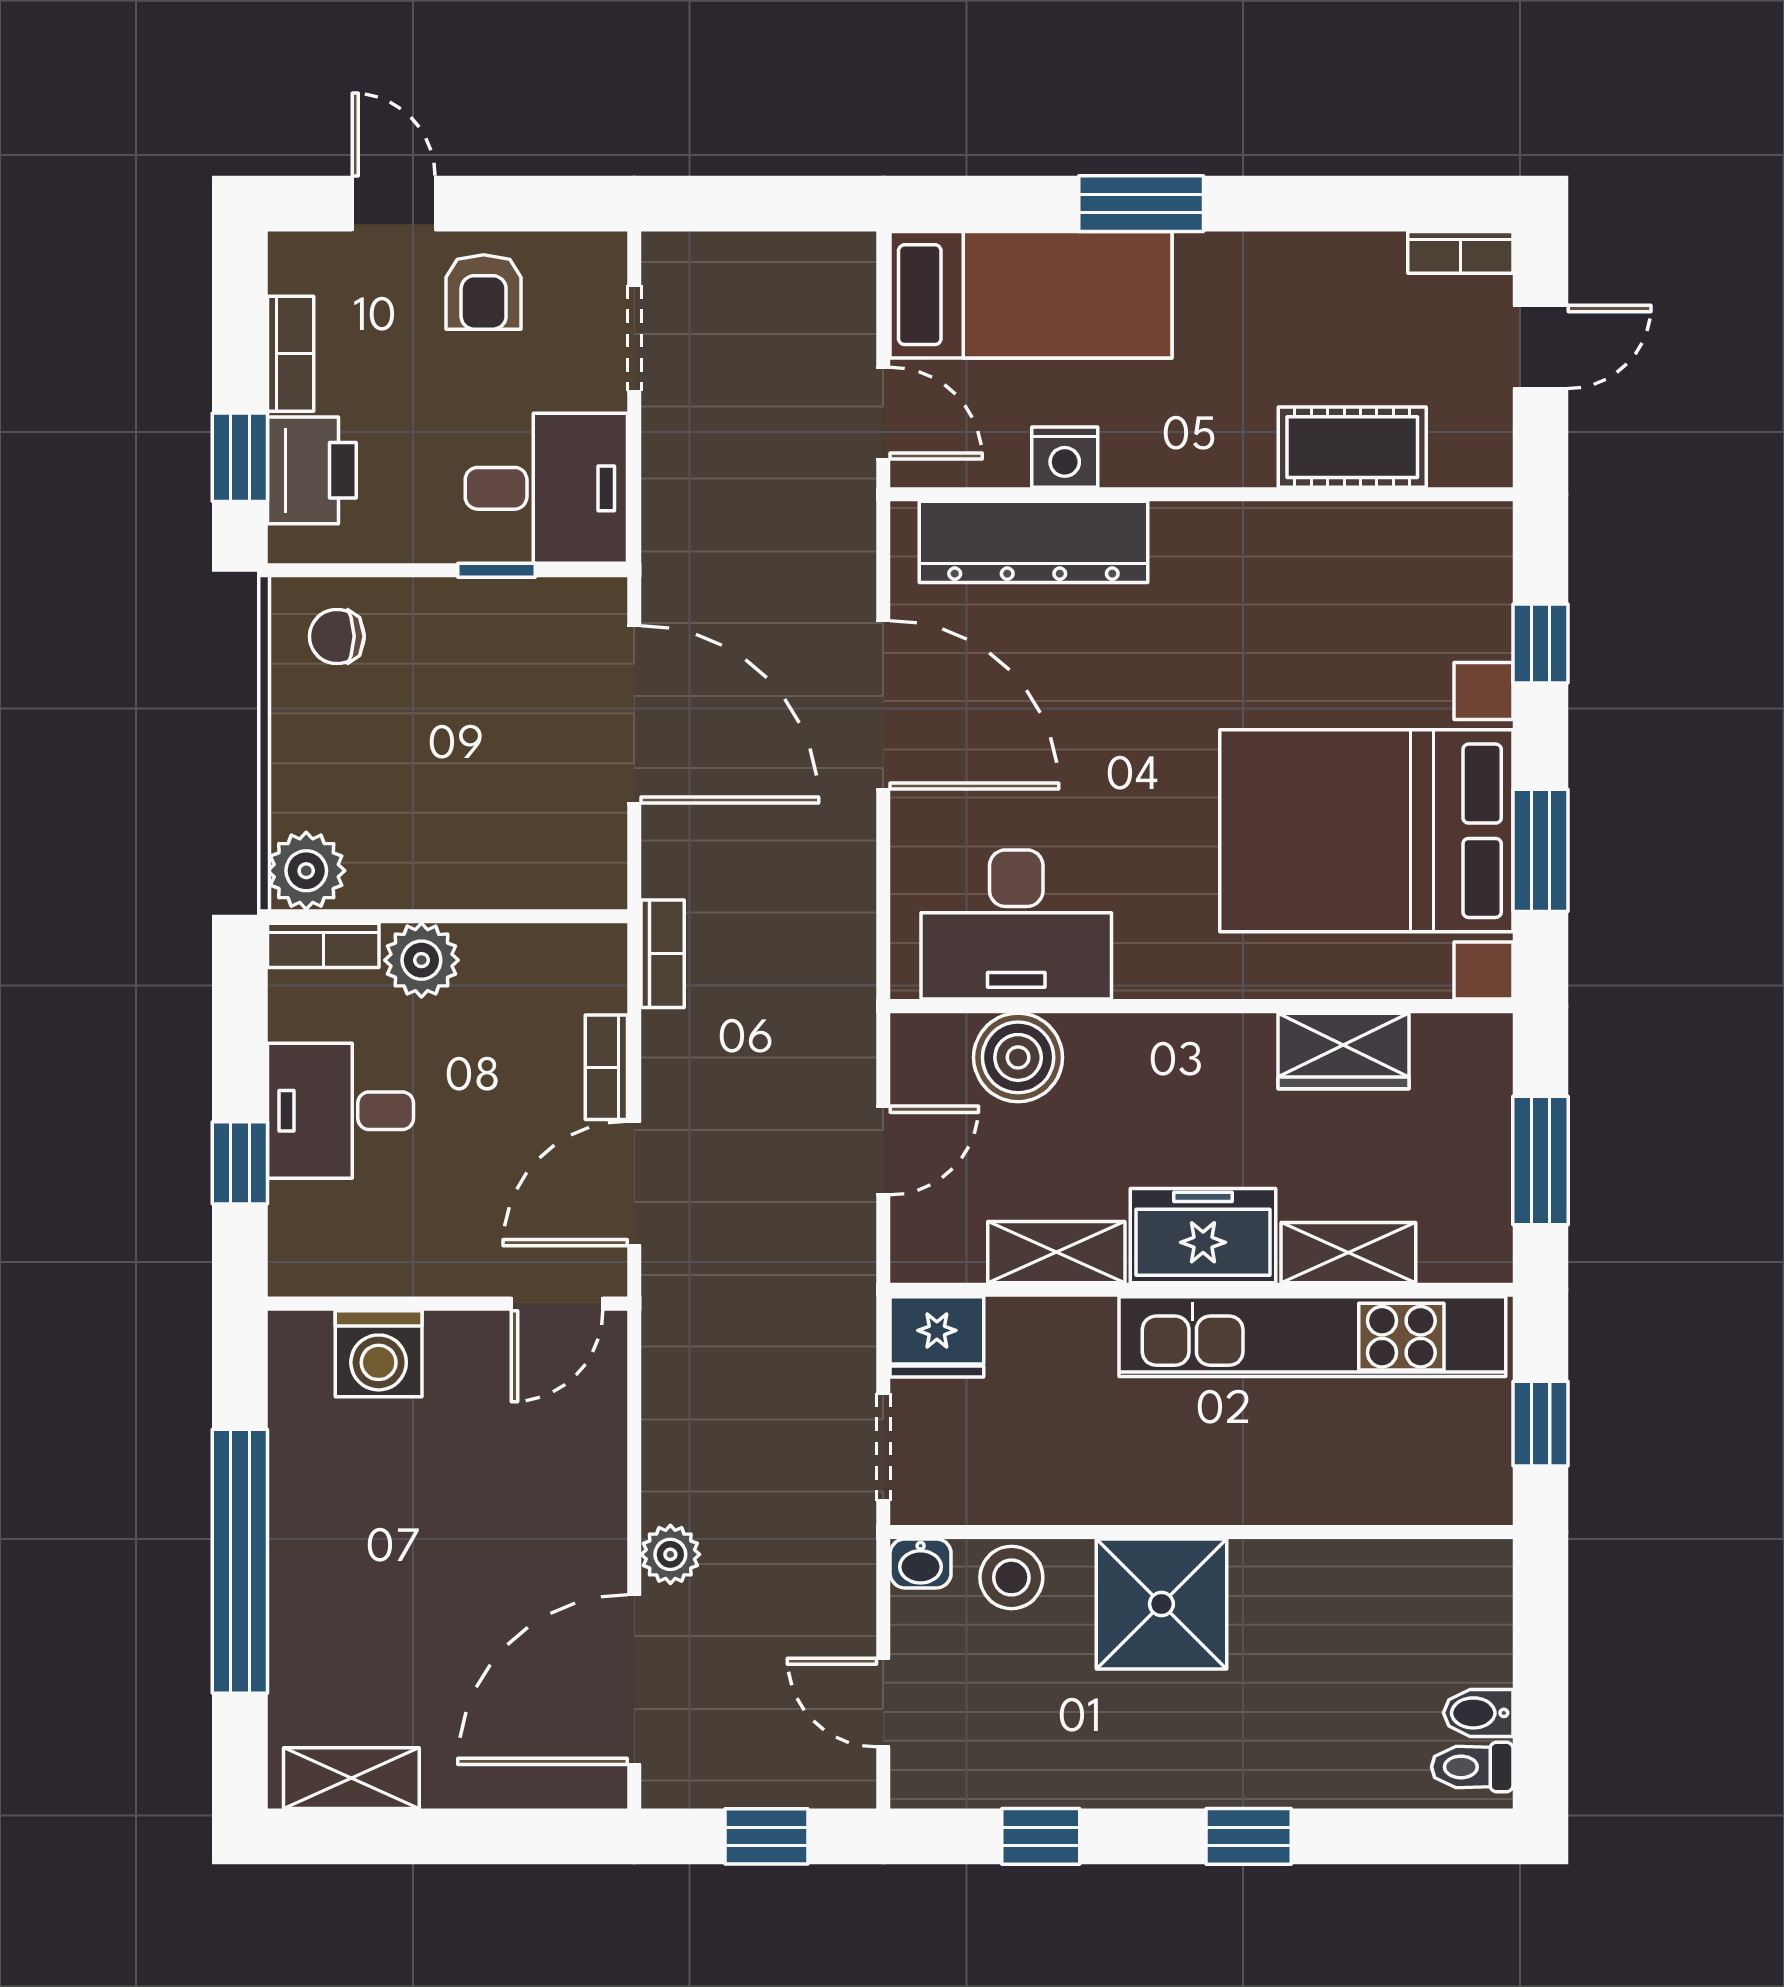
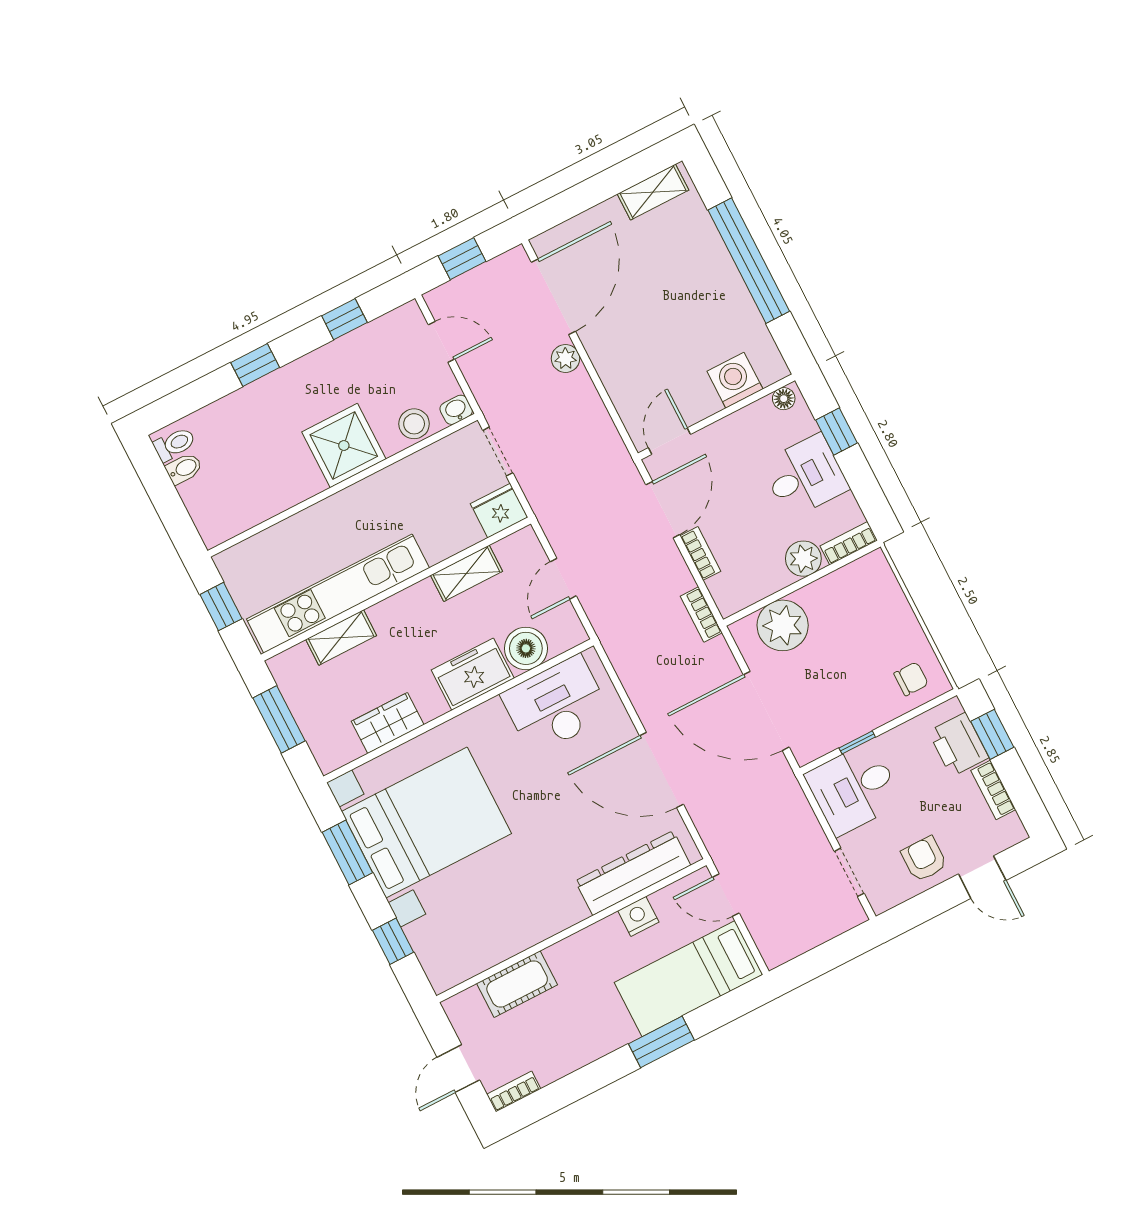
plant: (306, 871) -> (783, 625), moved, width x1.36, depth x1.36
freezer: (1203, 1236) -> (473, 674), moved, turned 180
floor lamp: (306, 1274) -> (784, 399), added

